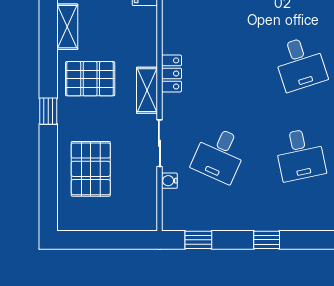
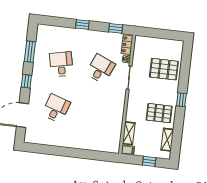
desk: (300, 64) -> (56, 108), turned 36
locker: (172, 73) -> (127, 45), moved
shelving: (147, 90) -> (129, 133), moved
pallet: (91, 169) -> (164, 69), turned 90

